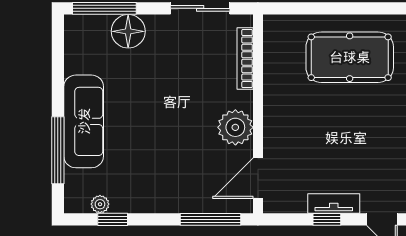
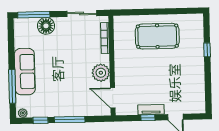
door: (258, 178) -> (113, 98), hinge flipped
plant: (100, 204) -> (23, 113), moved
window: (211, 219) -> (70, 120), moved

